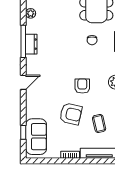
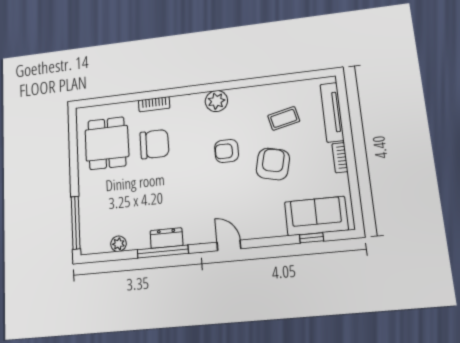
chair: (92, 40) -> (154, 144), width x1.87, depth x1.87

